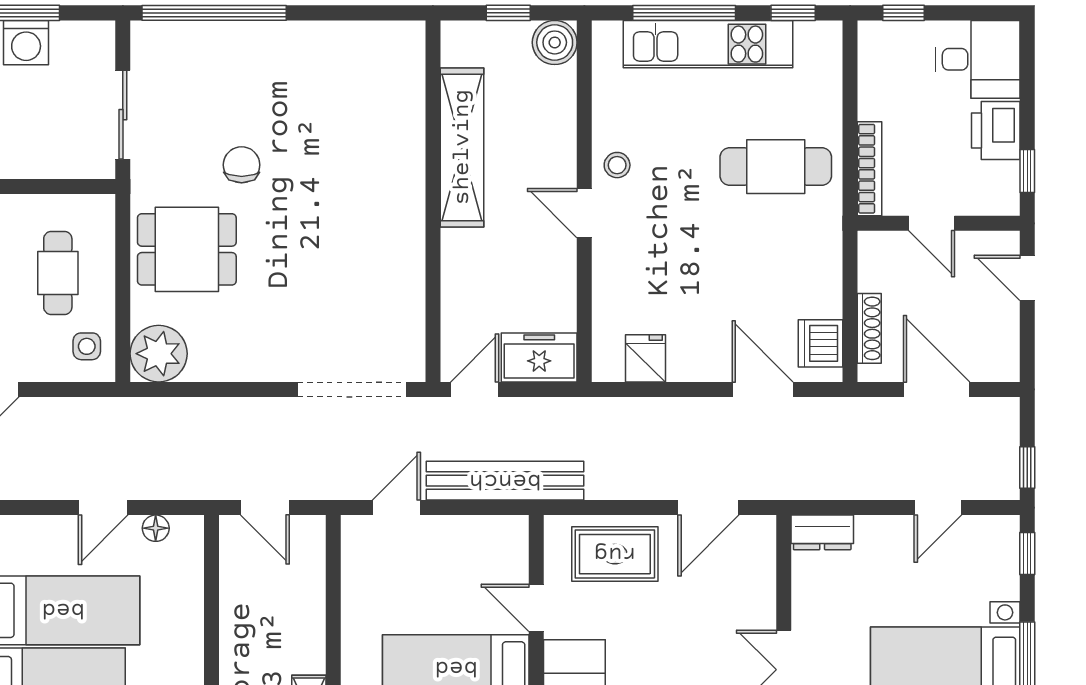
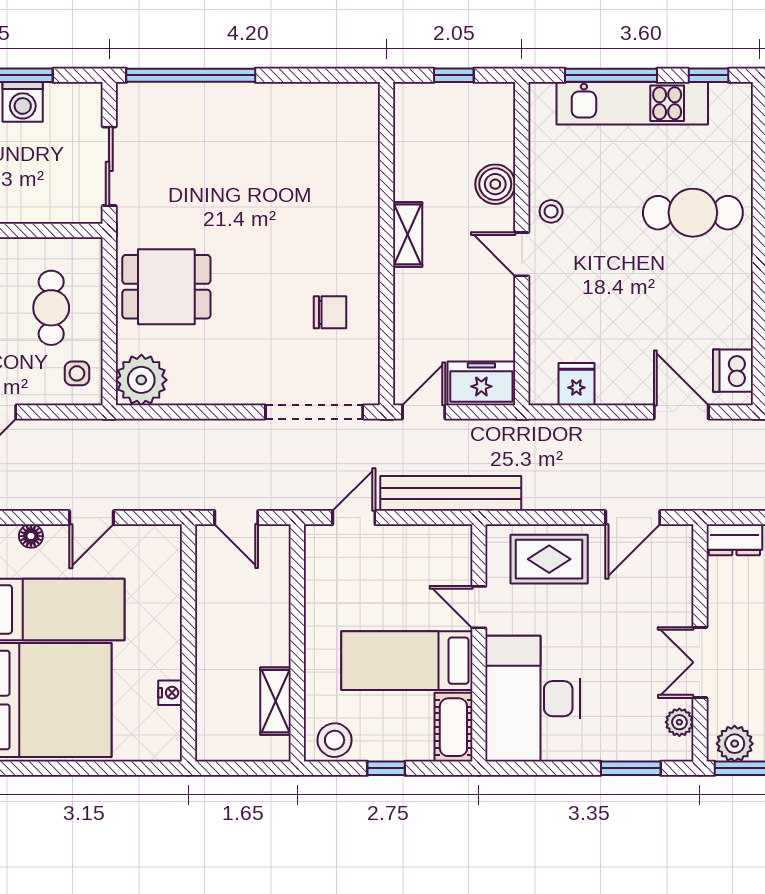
boiler: (555, 42) -> (495, 184), moved
shelving: (462, 147) -> (408, 234), width x0.45, depth x0.75
chair: (242, 165) -> (330, 312), moved, turned 90
floor lamp: (156, 528) -> (31, 536), moved

